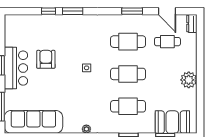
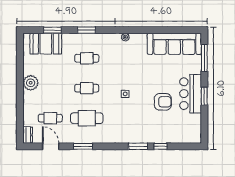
armchair: (46, 59) -> (163, 102), turned -90
cafe table: (128, 74) -> (87, 88), width x0.73, depth x0.74
cafe table: (128, 106) -> (87, 58), width x0.73, depth x0.74

